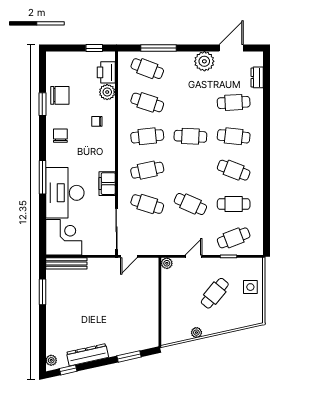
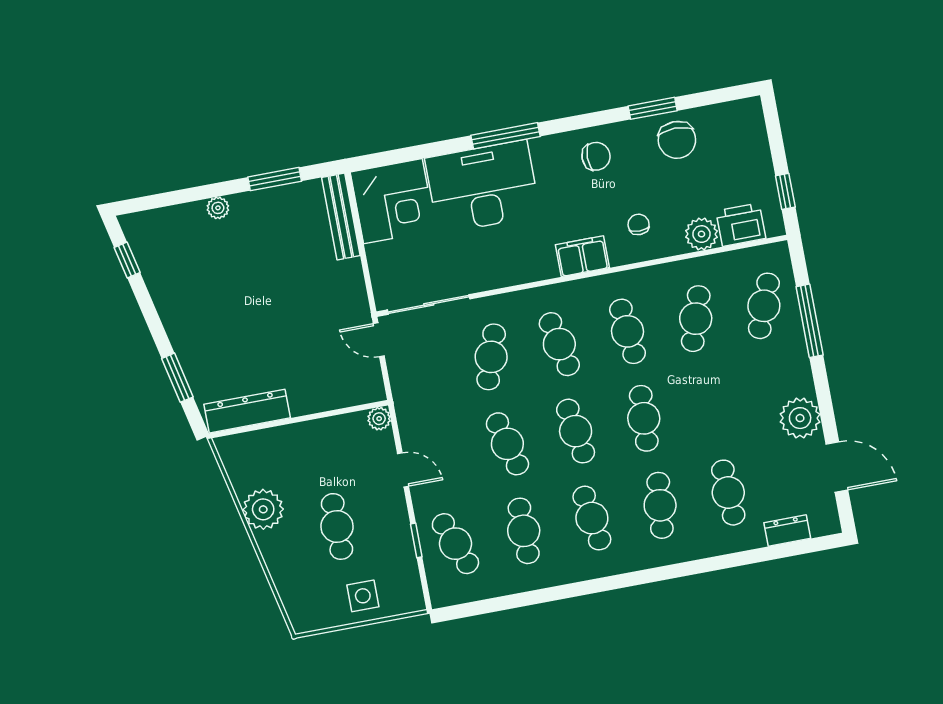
cafe table: (190, 170) -> (576, 431), added
cafe table: (234, 170) -> (592, 518), turned -30
filing cabinet: (107, 184) -> (582, 256), moved
cafe table: (190, 204) -> (507, 444), turned -39
cafe table: (215, 293) -> (337, 526), turned 51
plant: (196, 333) -> (263, 509), width x1.88, depth x1.88
dresser: (87, 355) -> (247, 411), moved, turned -77
plant: (51, 360) -> (218, 208), moved

